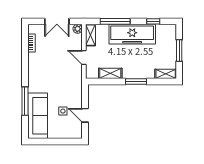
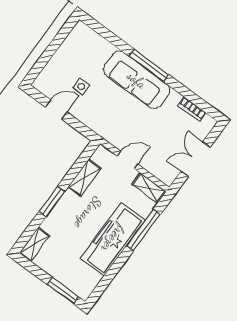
window: (153, 21) -> (109, 276), removed
plant: (78, 29) -> (168, 178), removed
window: (179, 51) -> (63, 291), moved
window: (25, 101) -> (149, 65), moved
sofa: (38, 116) -> (137, 80), moved

